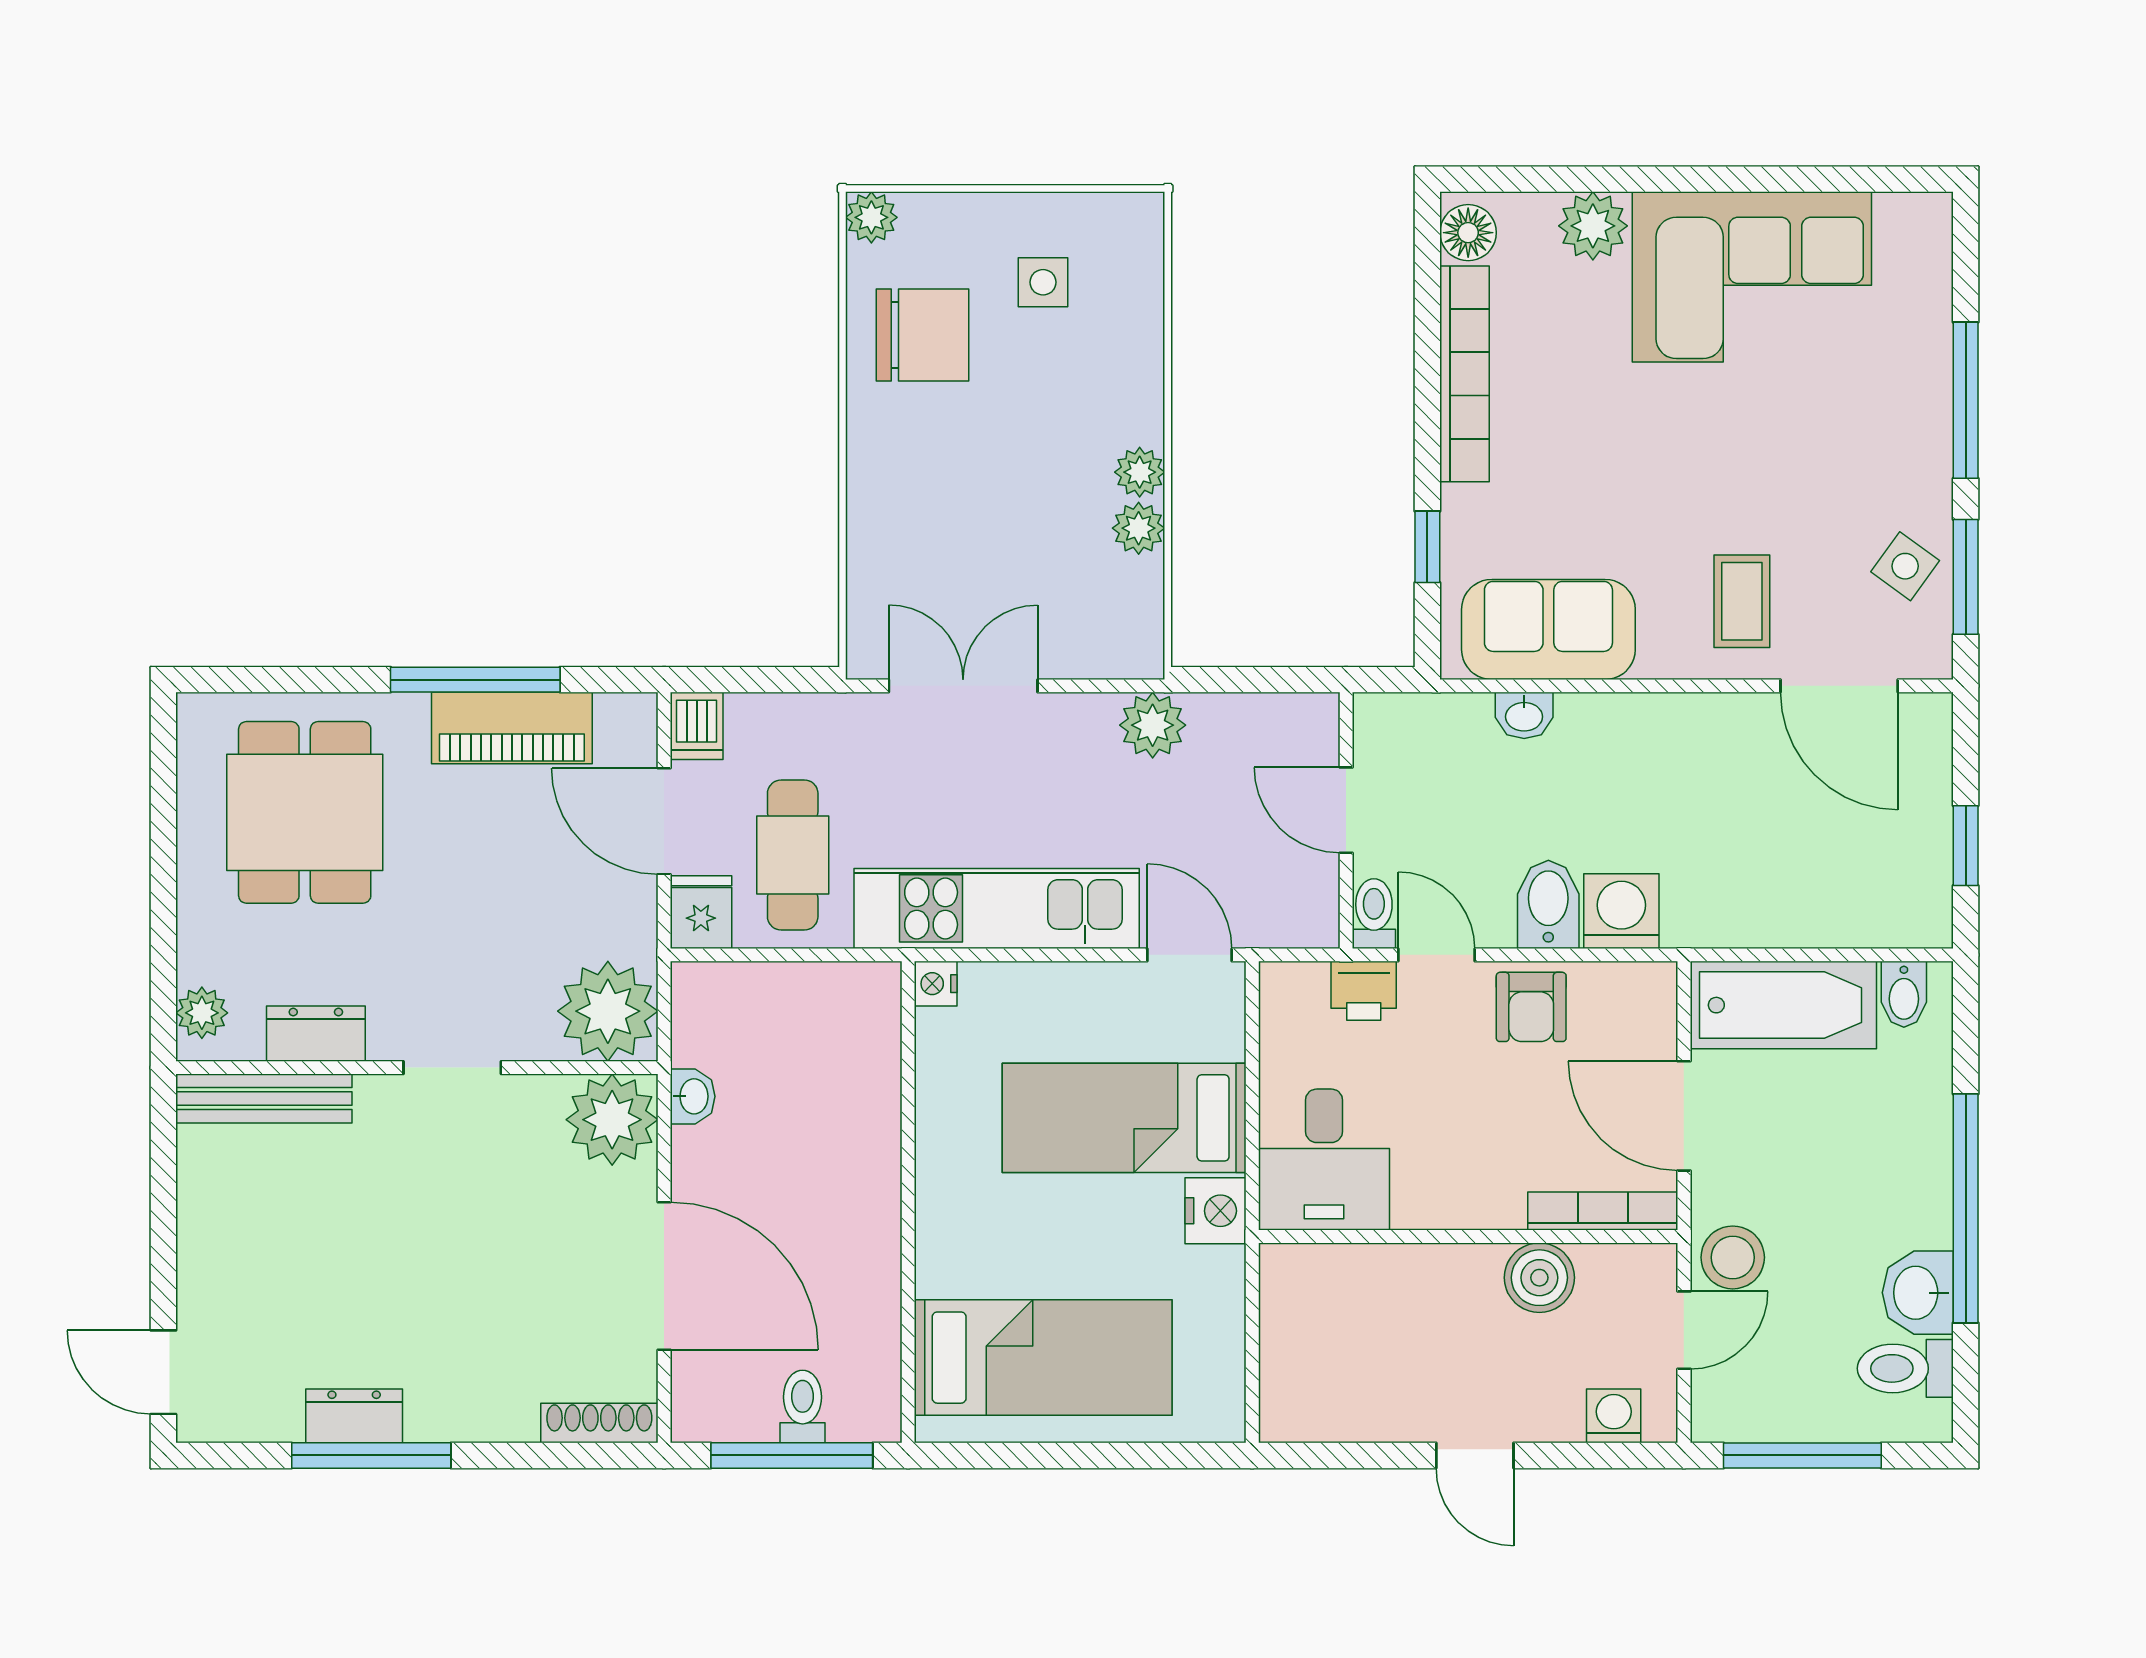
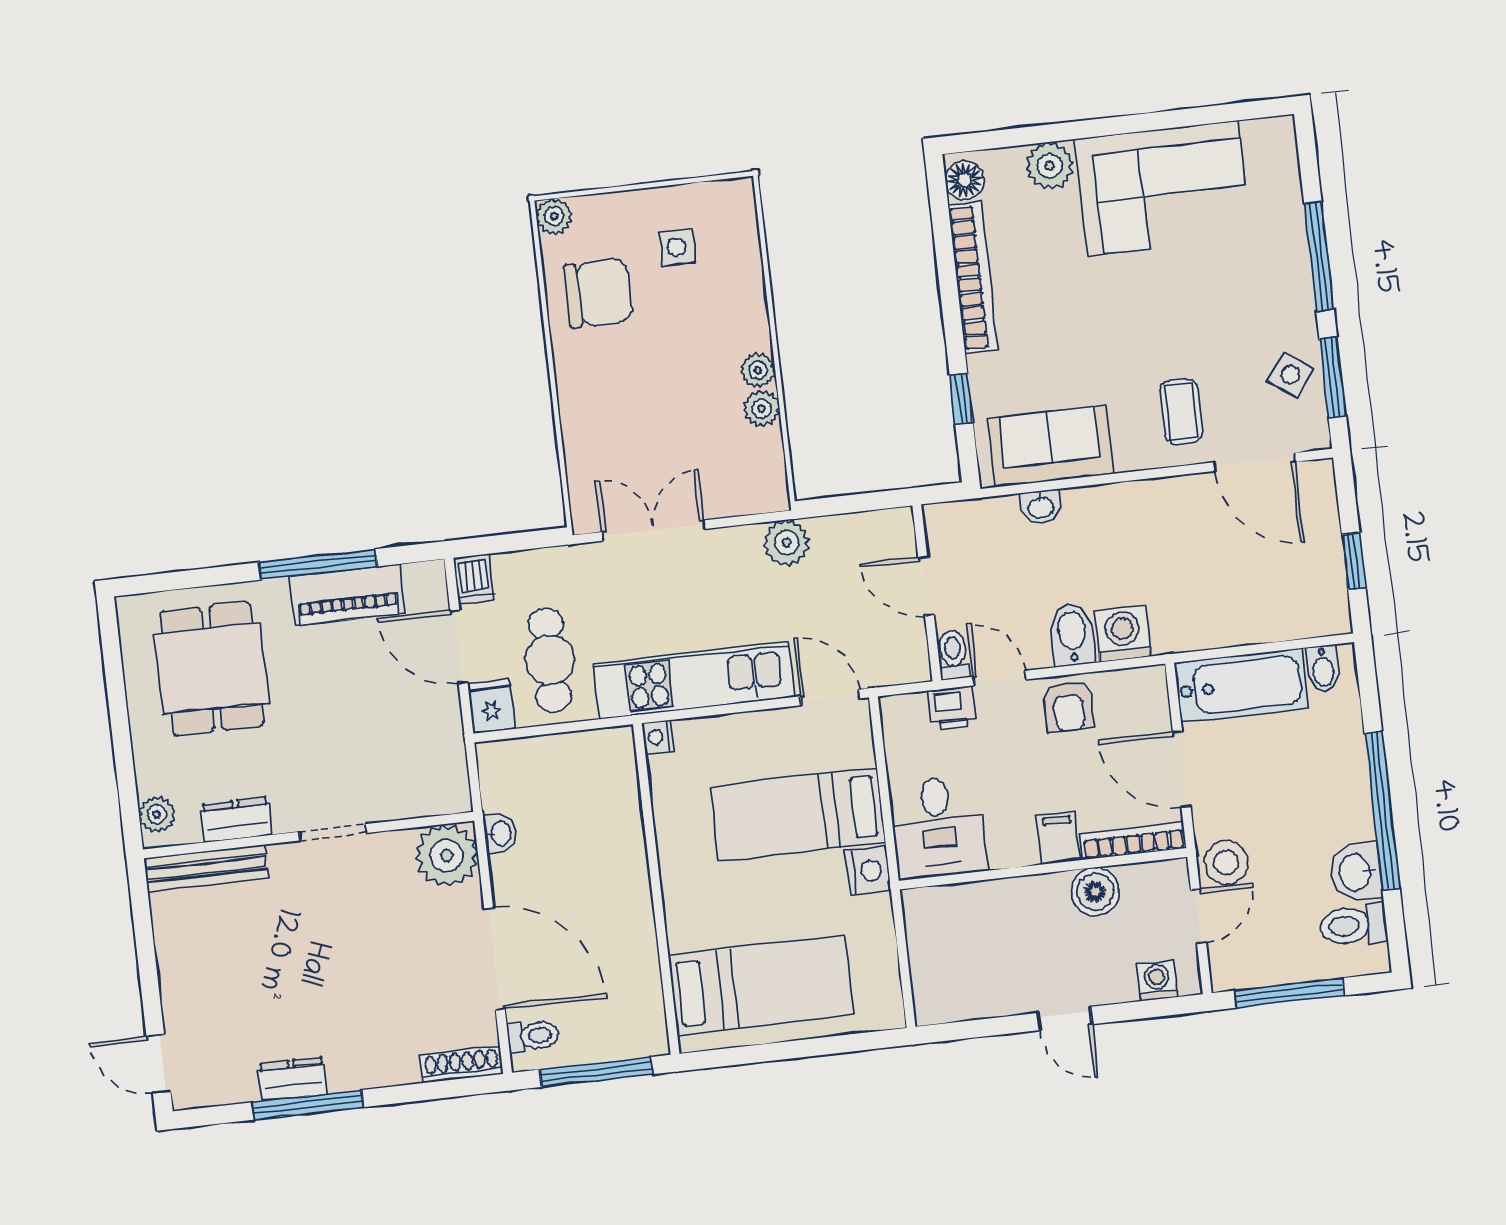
plant: (608, 1011) -> (435, 782), removed
filing cabinet: (1496, 1194) -> (1059, 838), added
toilet: (803, 1407) -> (533, 1036), moved, turned 90

